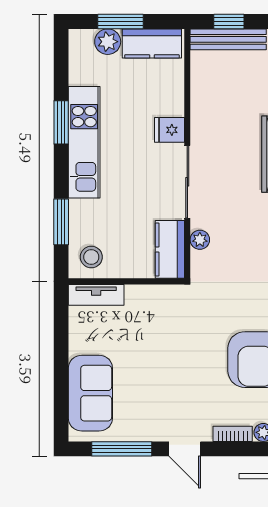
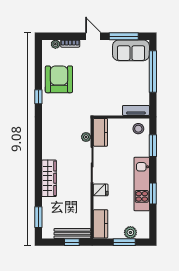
kitchen counter: (152, 43) -> (101, 224), moved, turned 90
window: (61, 376) -> (153, 71), added
sofa: (90, 393) -> (131, 50), moved, turned -90

